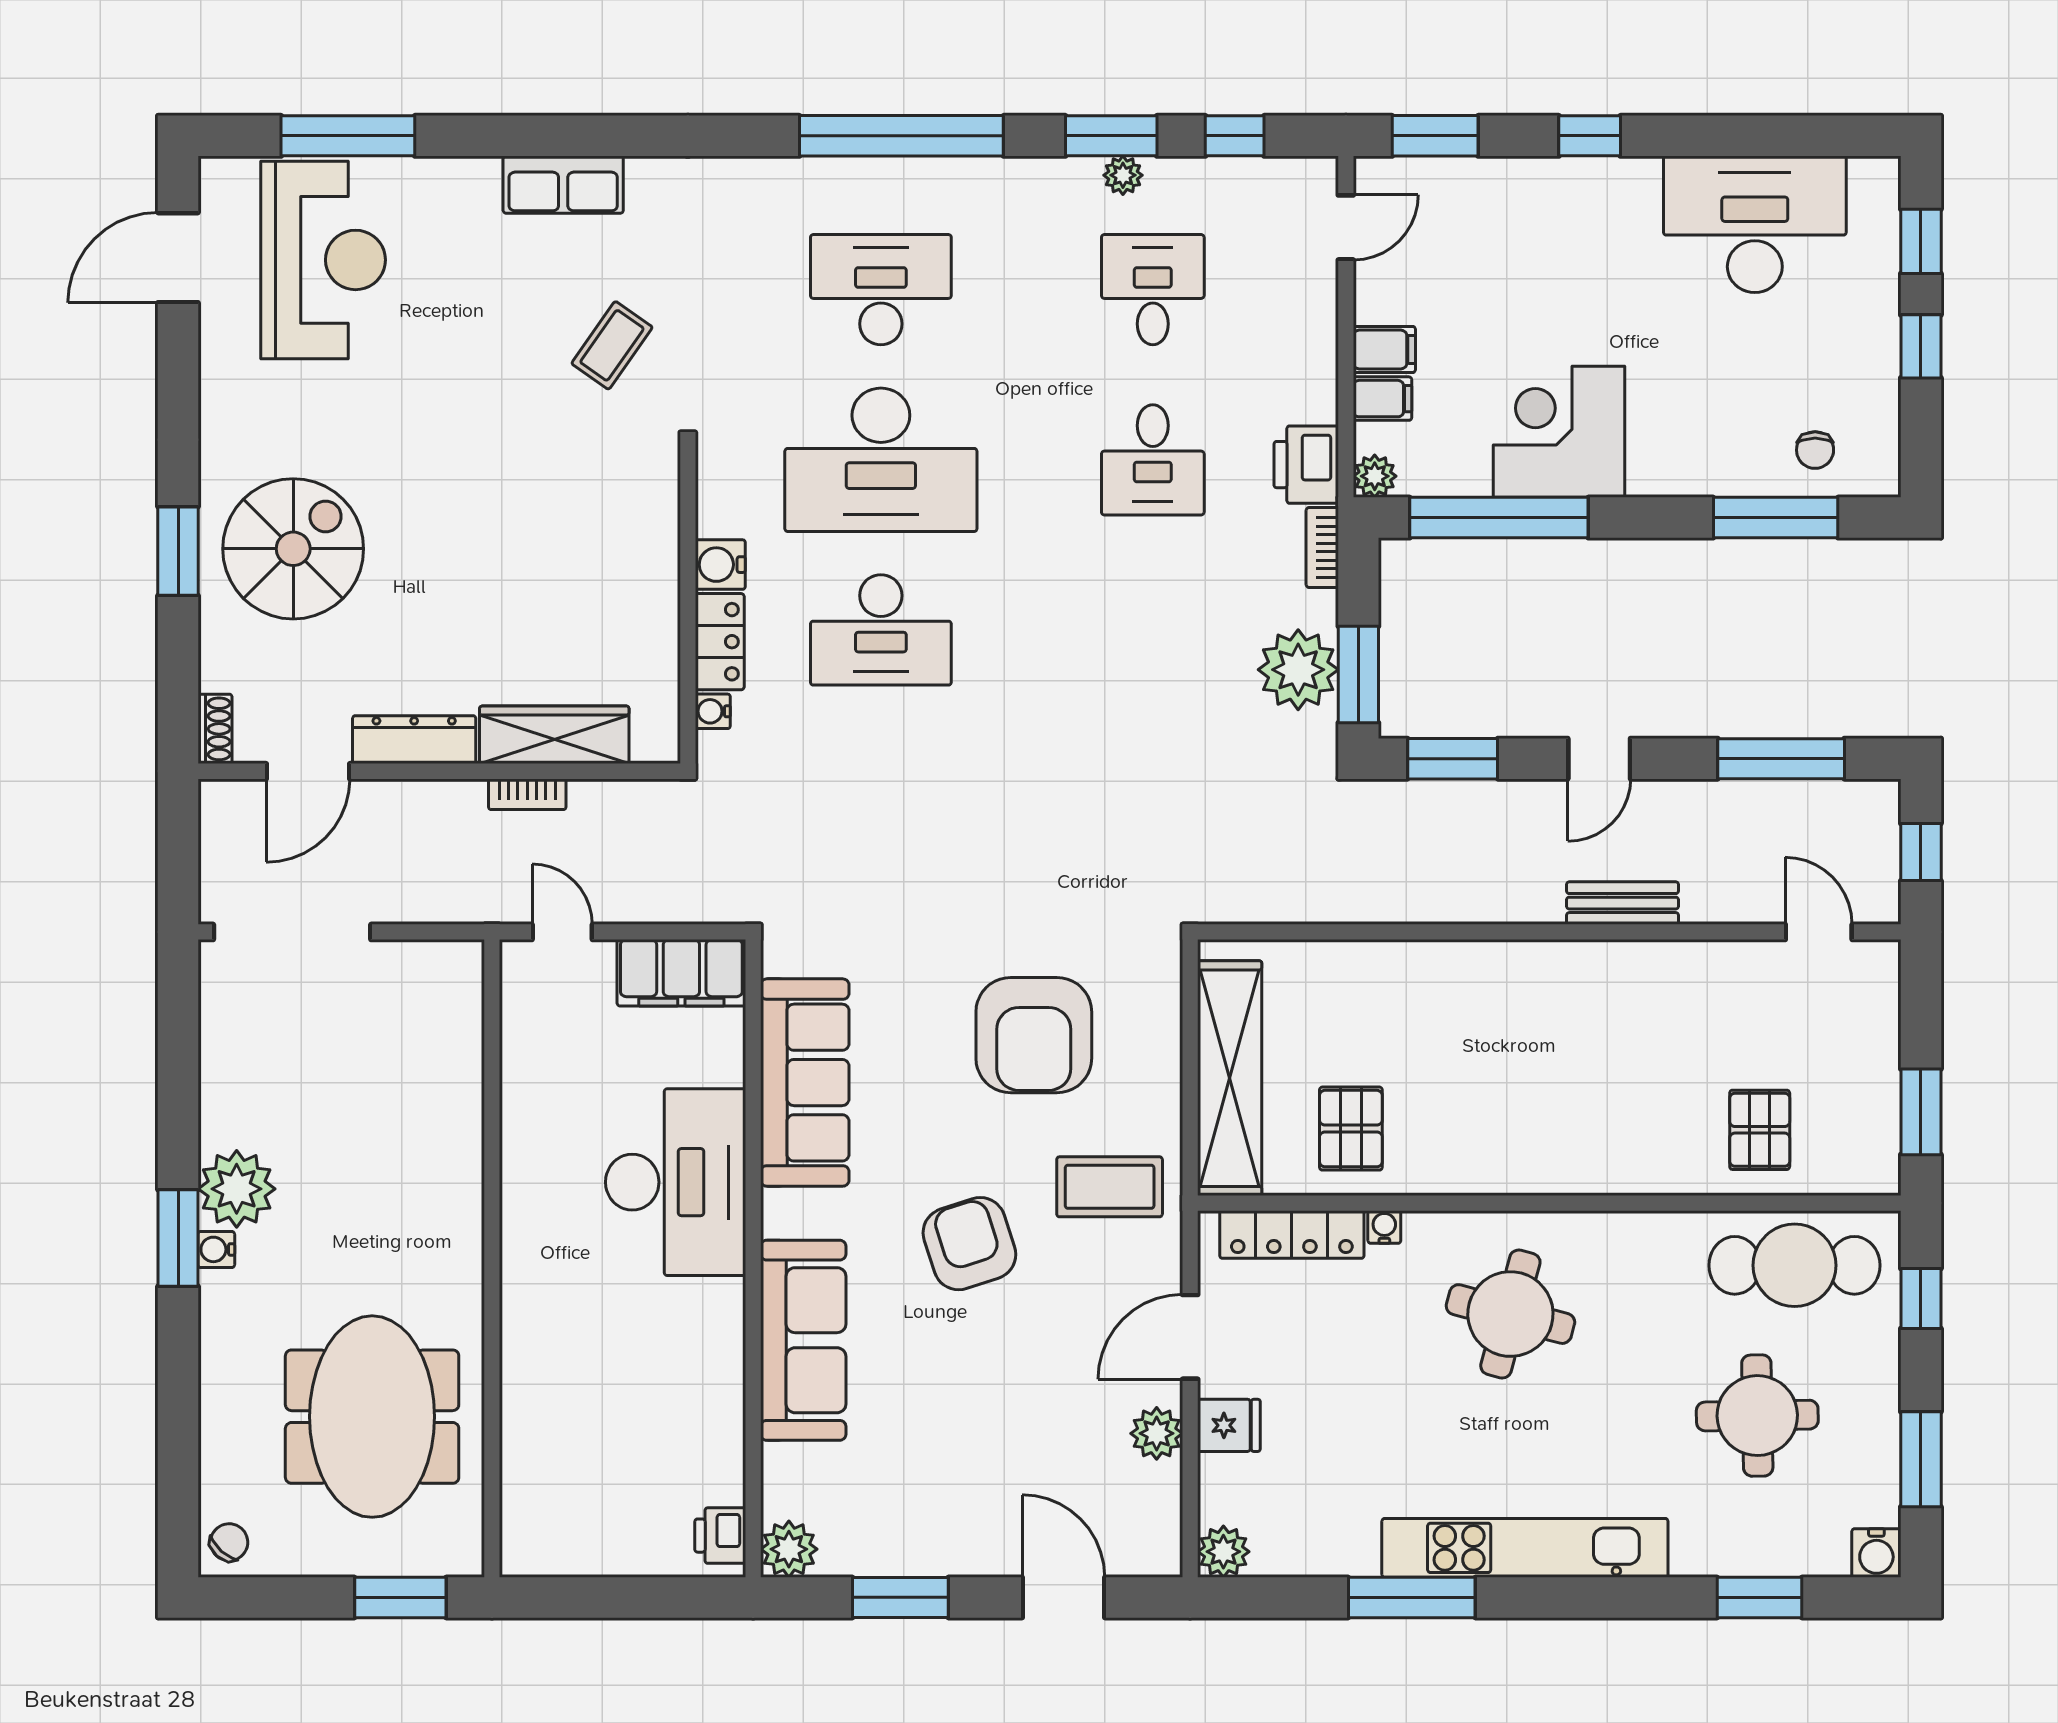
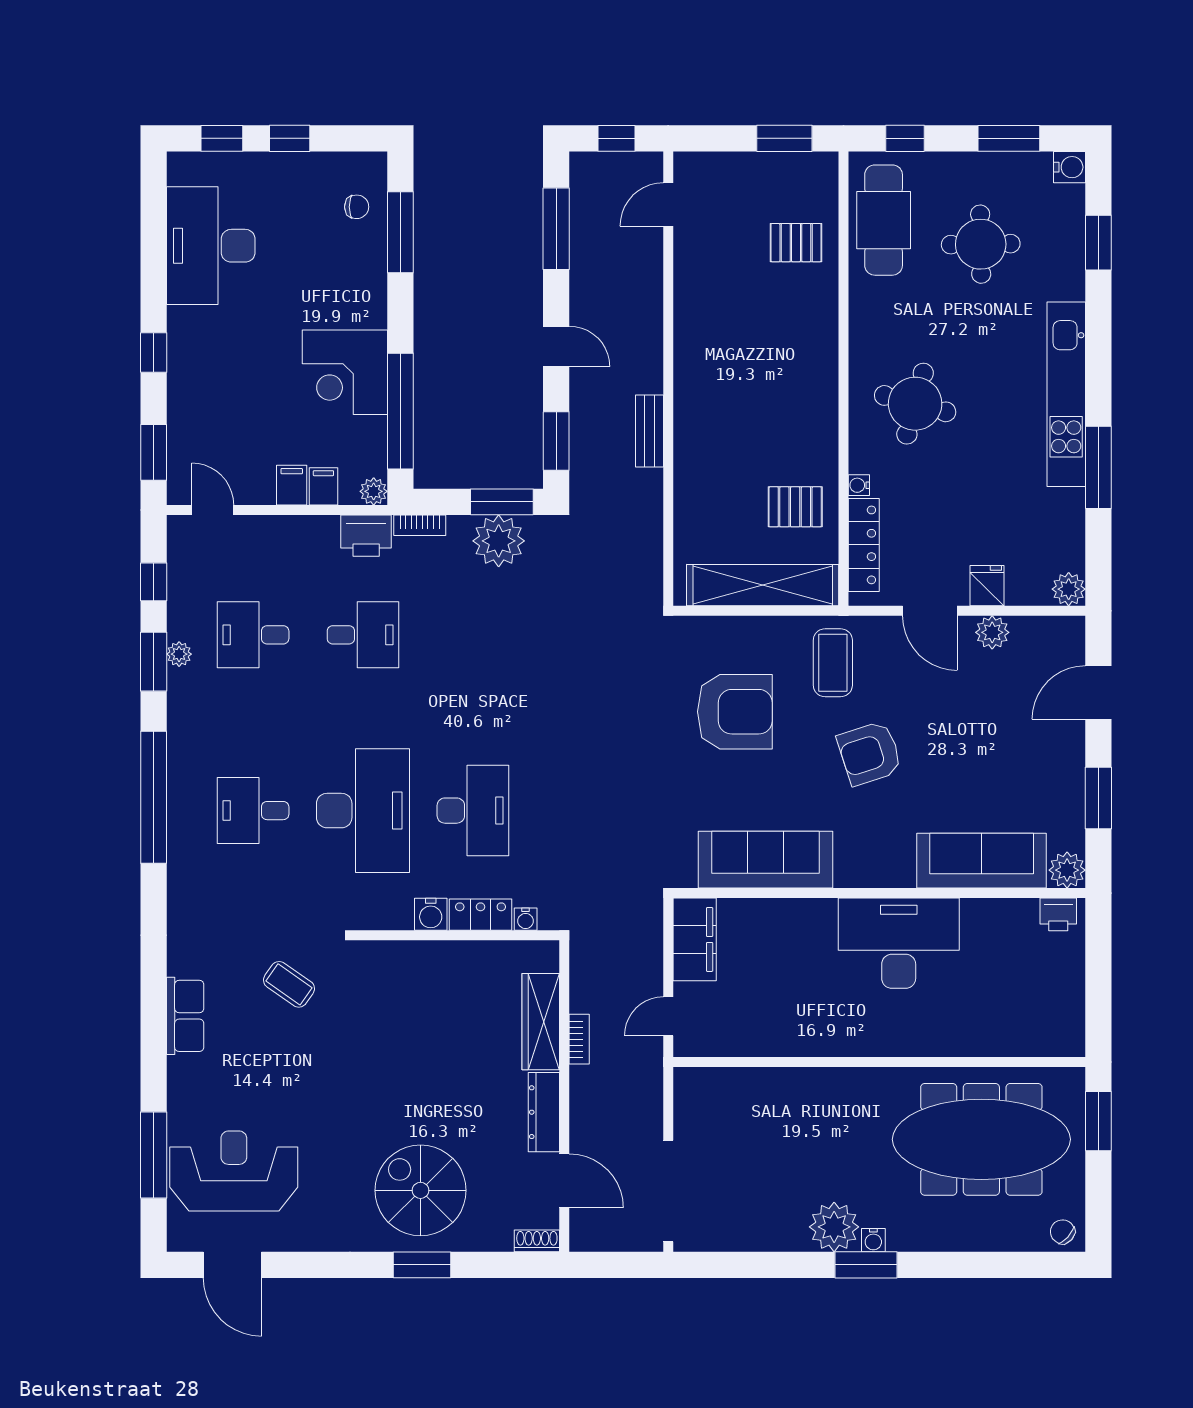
desk: (881, 290) -> (253, 811), width x0.73
bench: (1623, 903) -> (649, 431), moved
desk: (676, 1182) -> (899, 943), moved
sofa: (803, 1340) -> (982, 861), moved
meeting table: (372, 1417) -> (981, 1139), width x1.36

